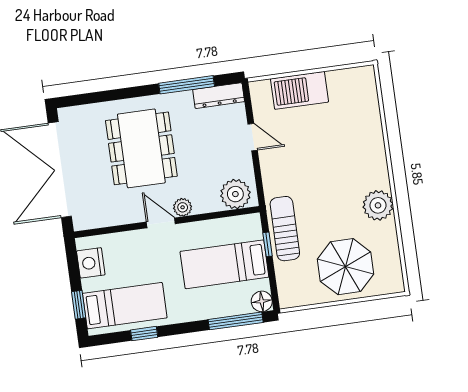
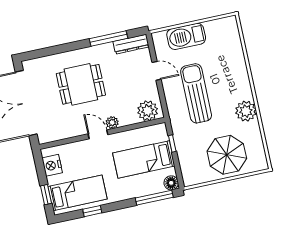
dining table: (141, 148) -> (81, 84), width x0.73
sun lounger: (285, 229) -> (196, 93), moved, width x1.36, depth x1.34

